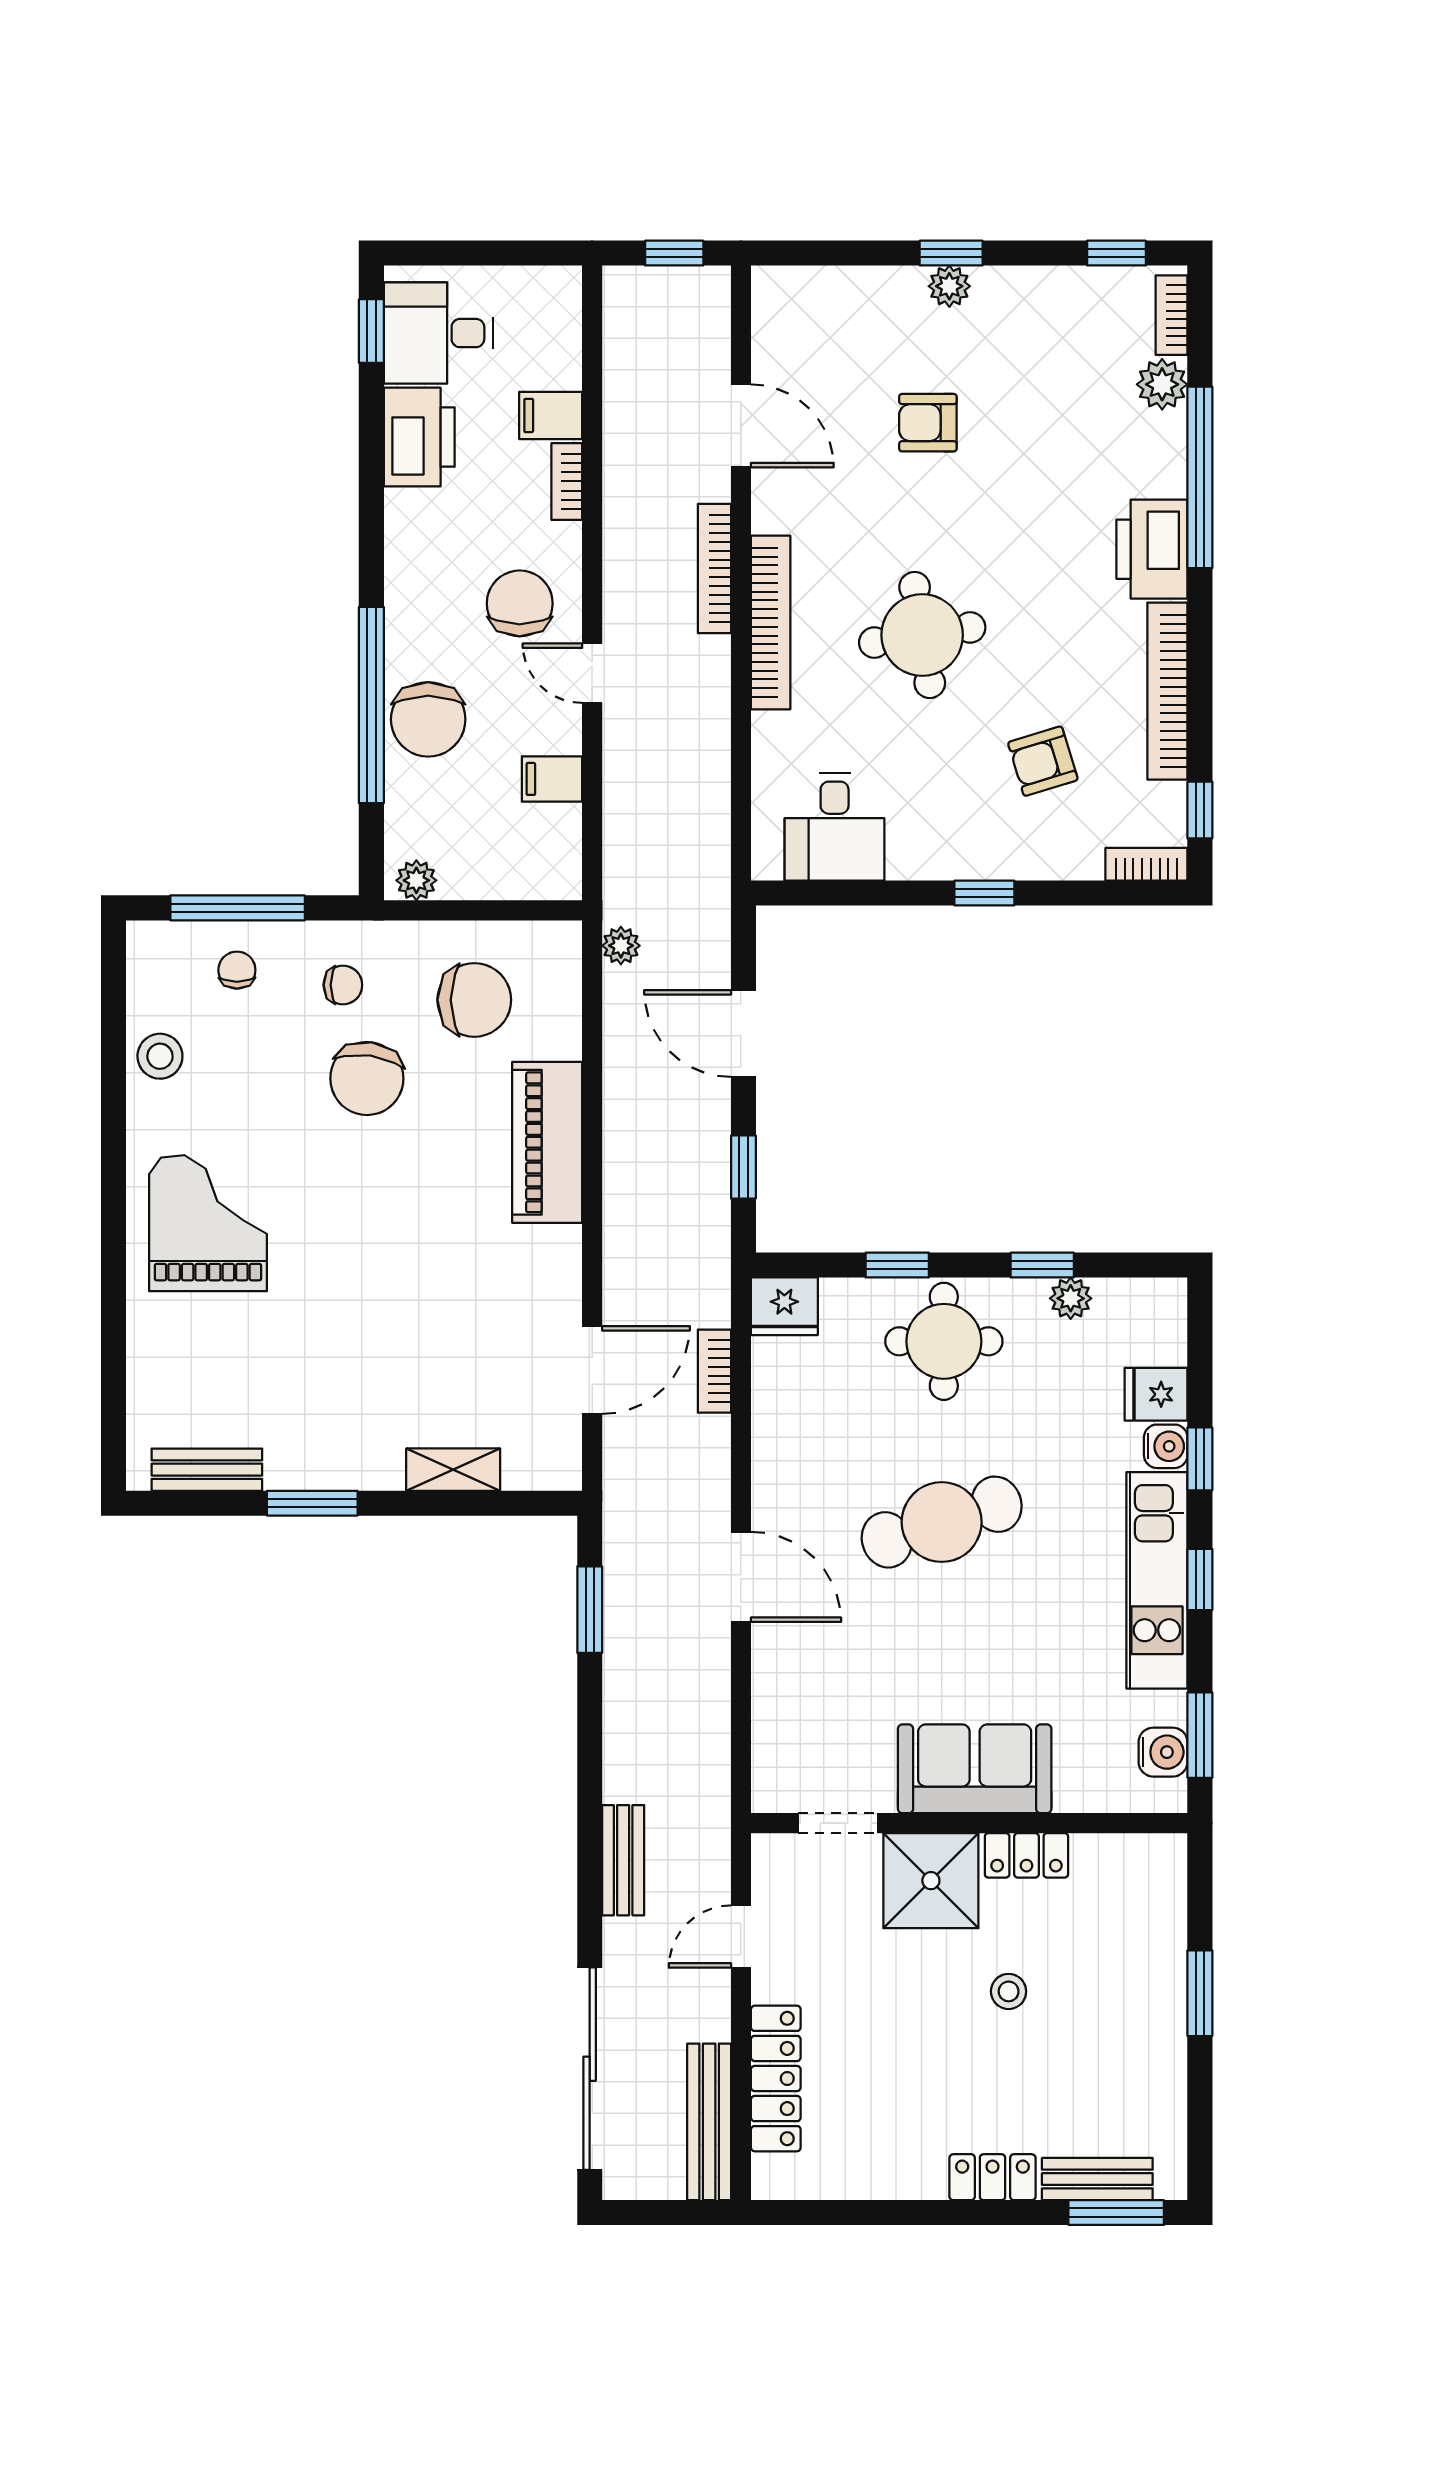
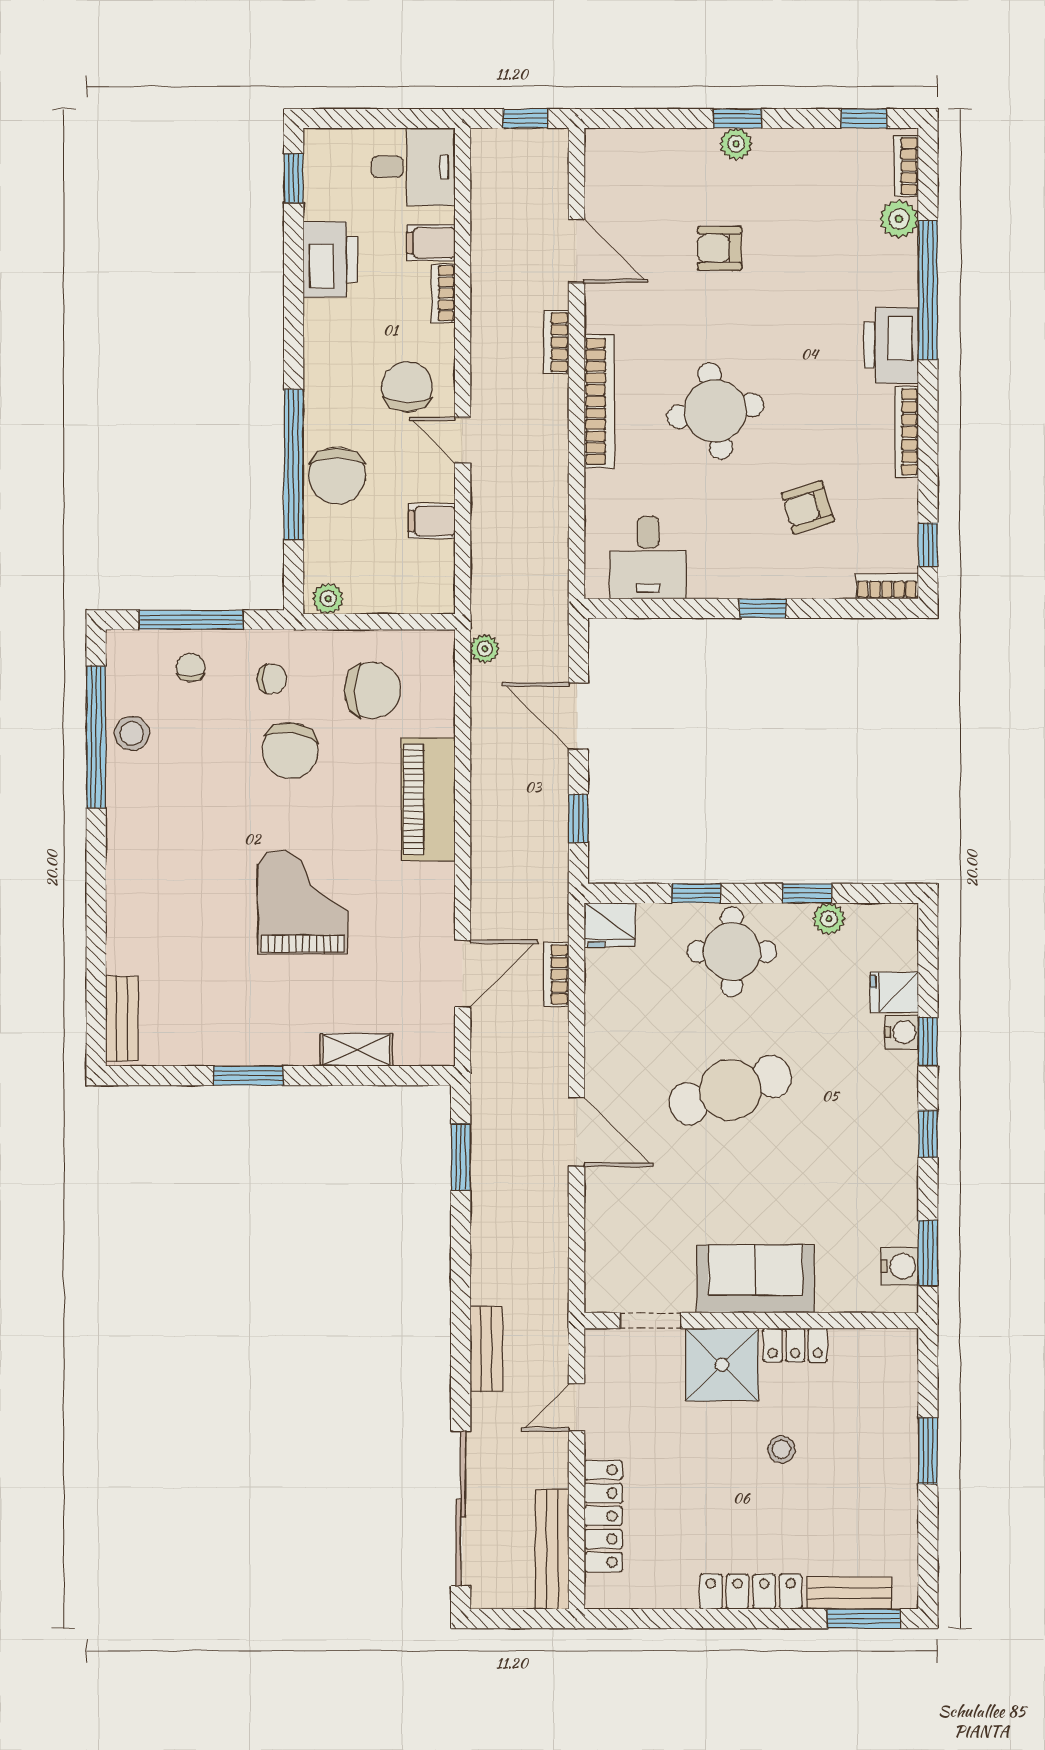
desk: (438, 333) -> (413, 167), moved, turned 180
bookcase: (715, 568) -> (556, 342), width x0.64
bookcase: (1167, 691) -> (907, 432), width x0.68, depth x0.76
window: (113, 1061) -> (96, 737), added
grand piano: (208, 1223) -> (303, 902), moved
bench: (207, 1470) -> (122, 1018), moved, turned 90
kitchen unit: (1157, 1580) -> (895, 1135), removed
locker: (992, 2177) -> (751, 1592), width x1.53

